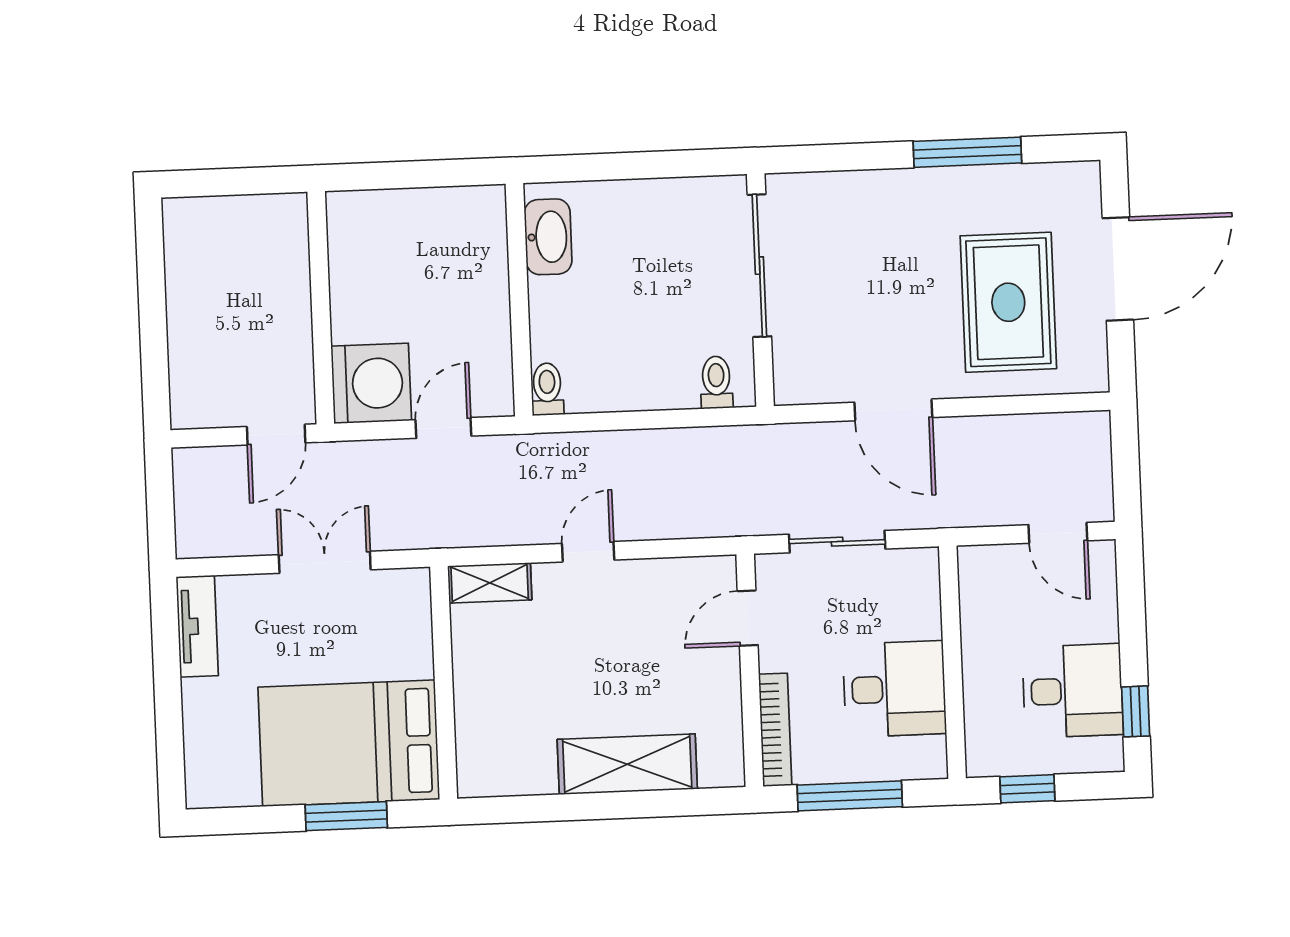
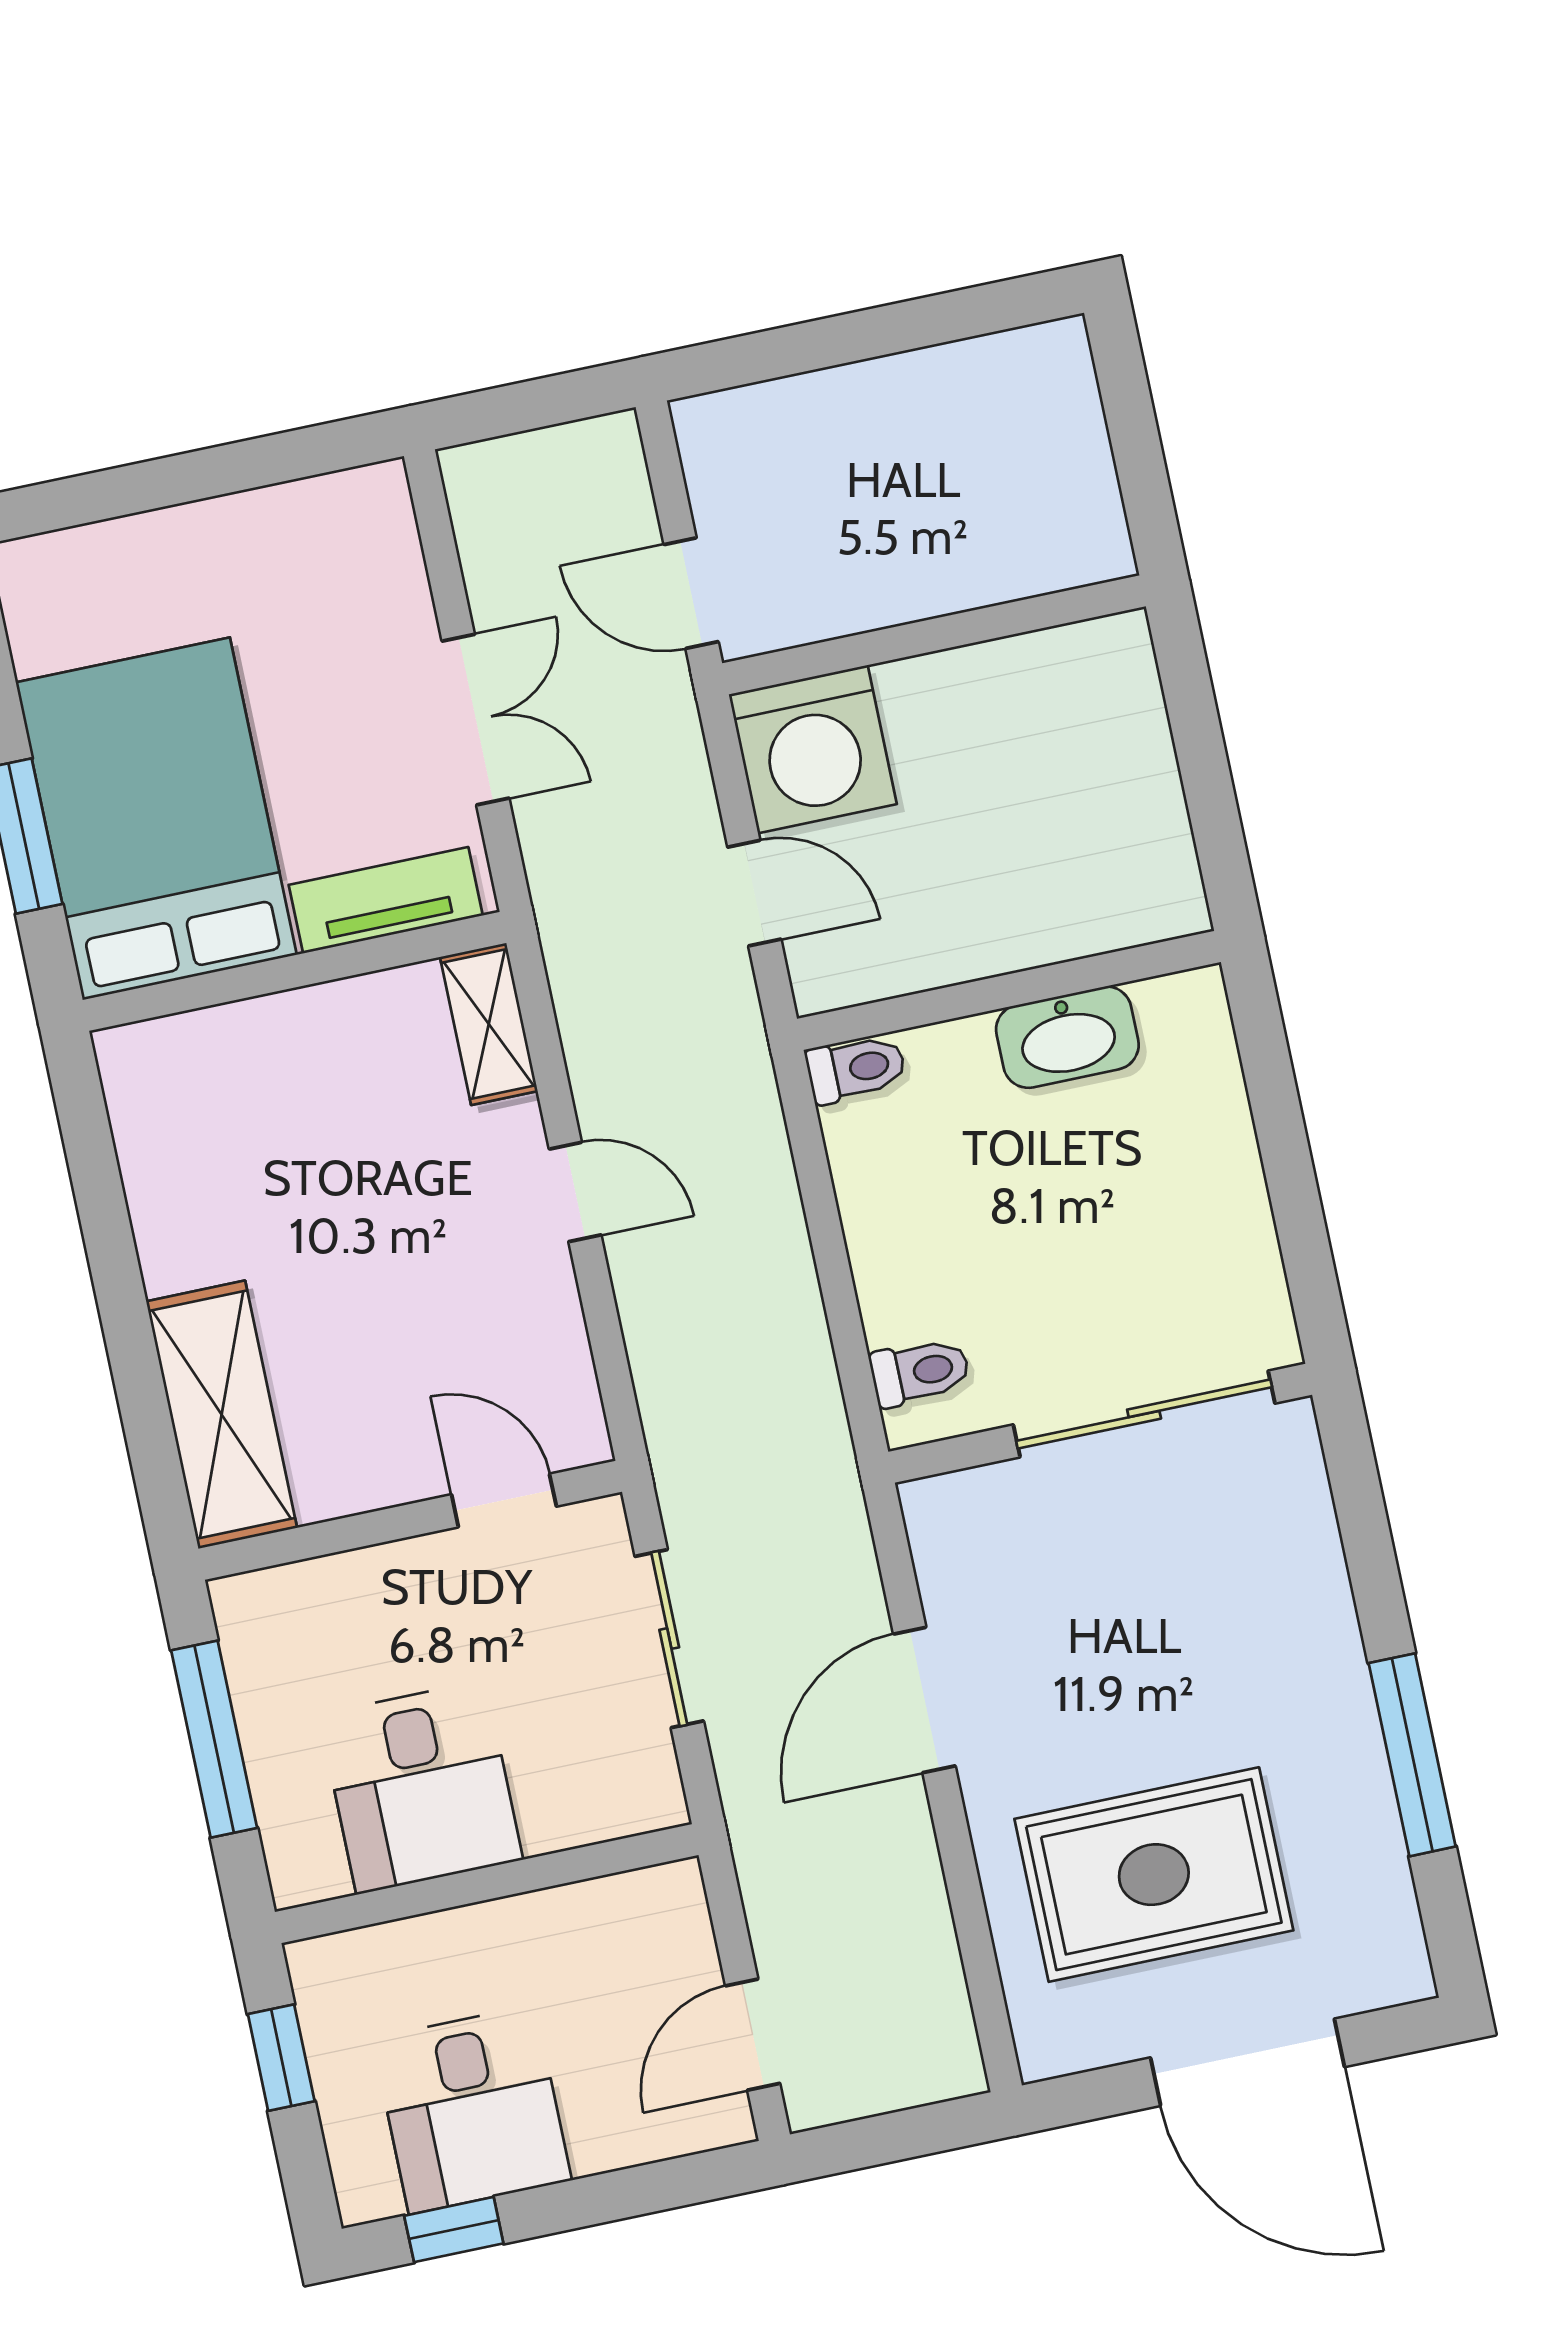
washbasin: (548, 237) -> (1067, 1037), moved
tv unit: (197, 626) -> (386, 900), moved, turned 180
bookcase: (775, 730) -> (311, 1584), removed
shelving: (627, 764) -> (222, 1415), moved

